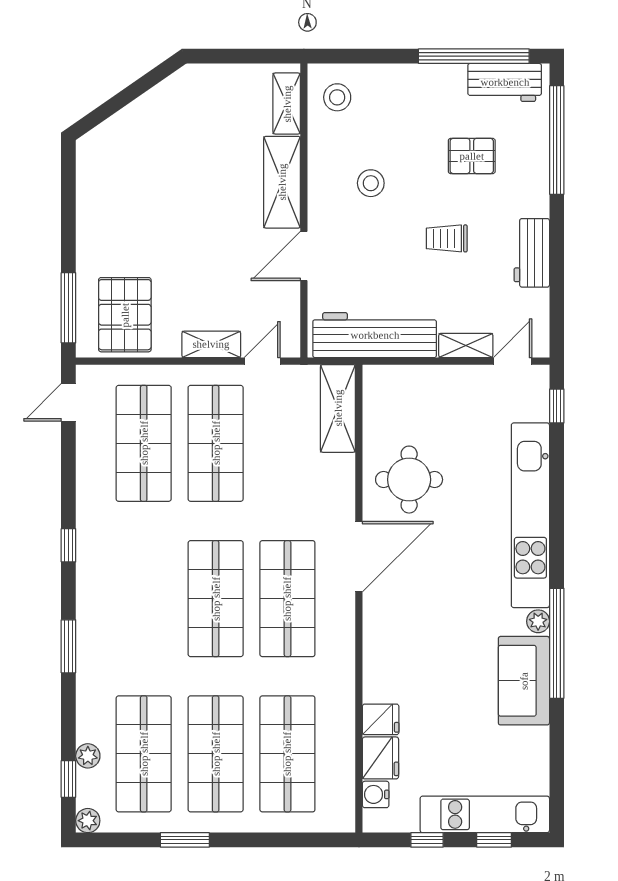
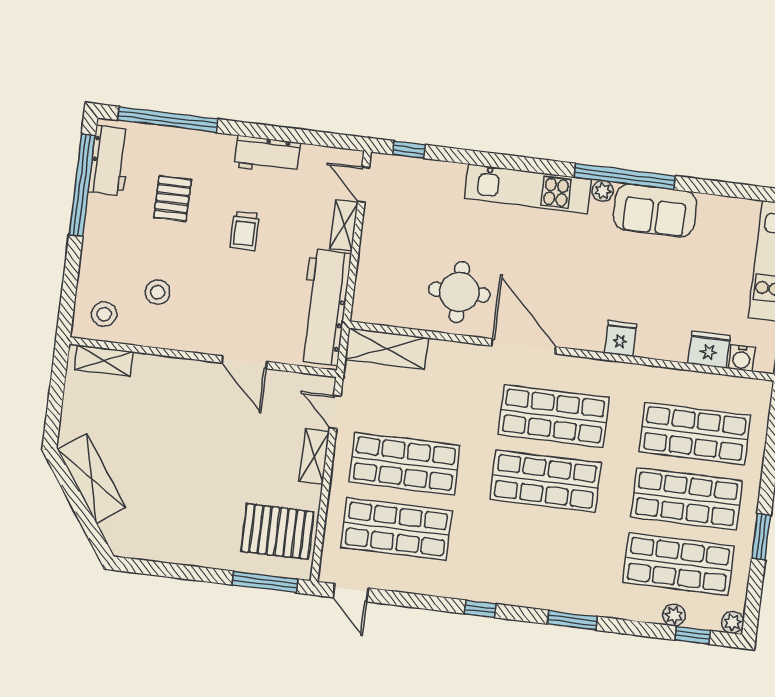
shelving: (282, 182) -> (92, 479), moved, turned 55
stool: (371, 183) -> (158, 292), moved
kitchen unit: (530, 515) -> (528, 189), width x0.73
fridge: (381, 719) -> (621, 338), moved

